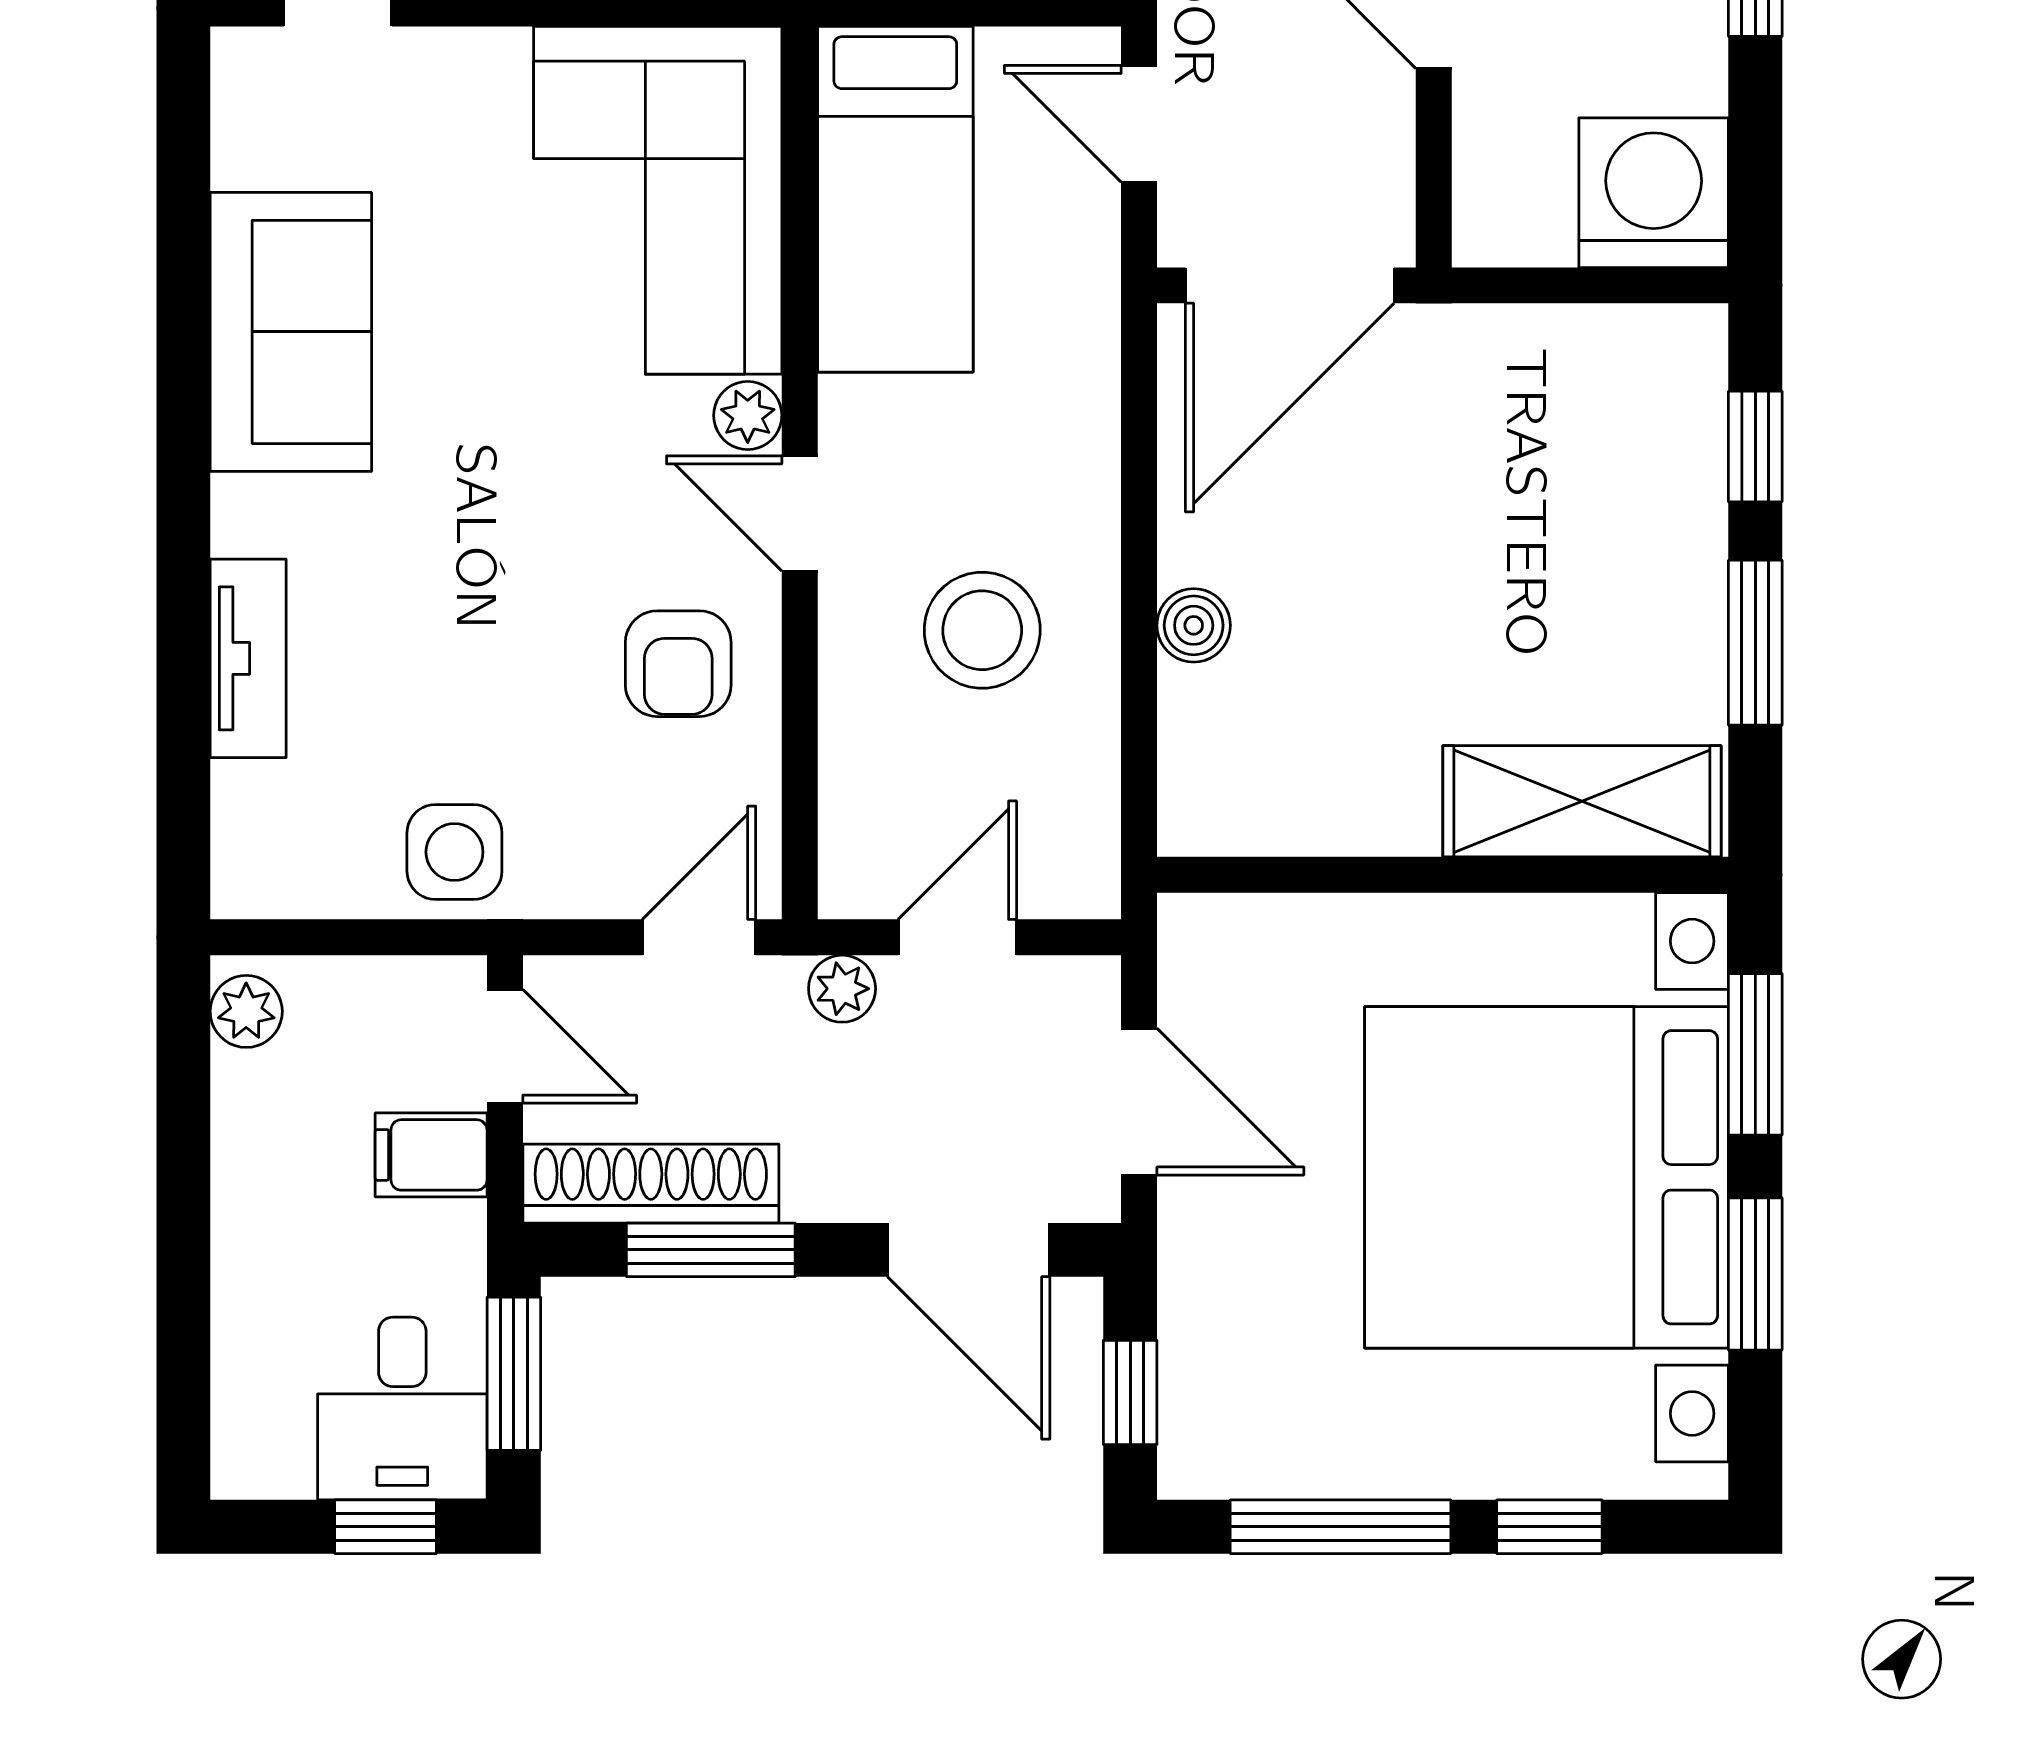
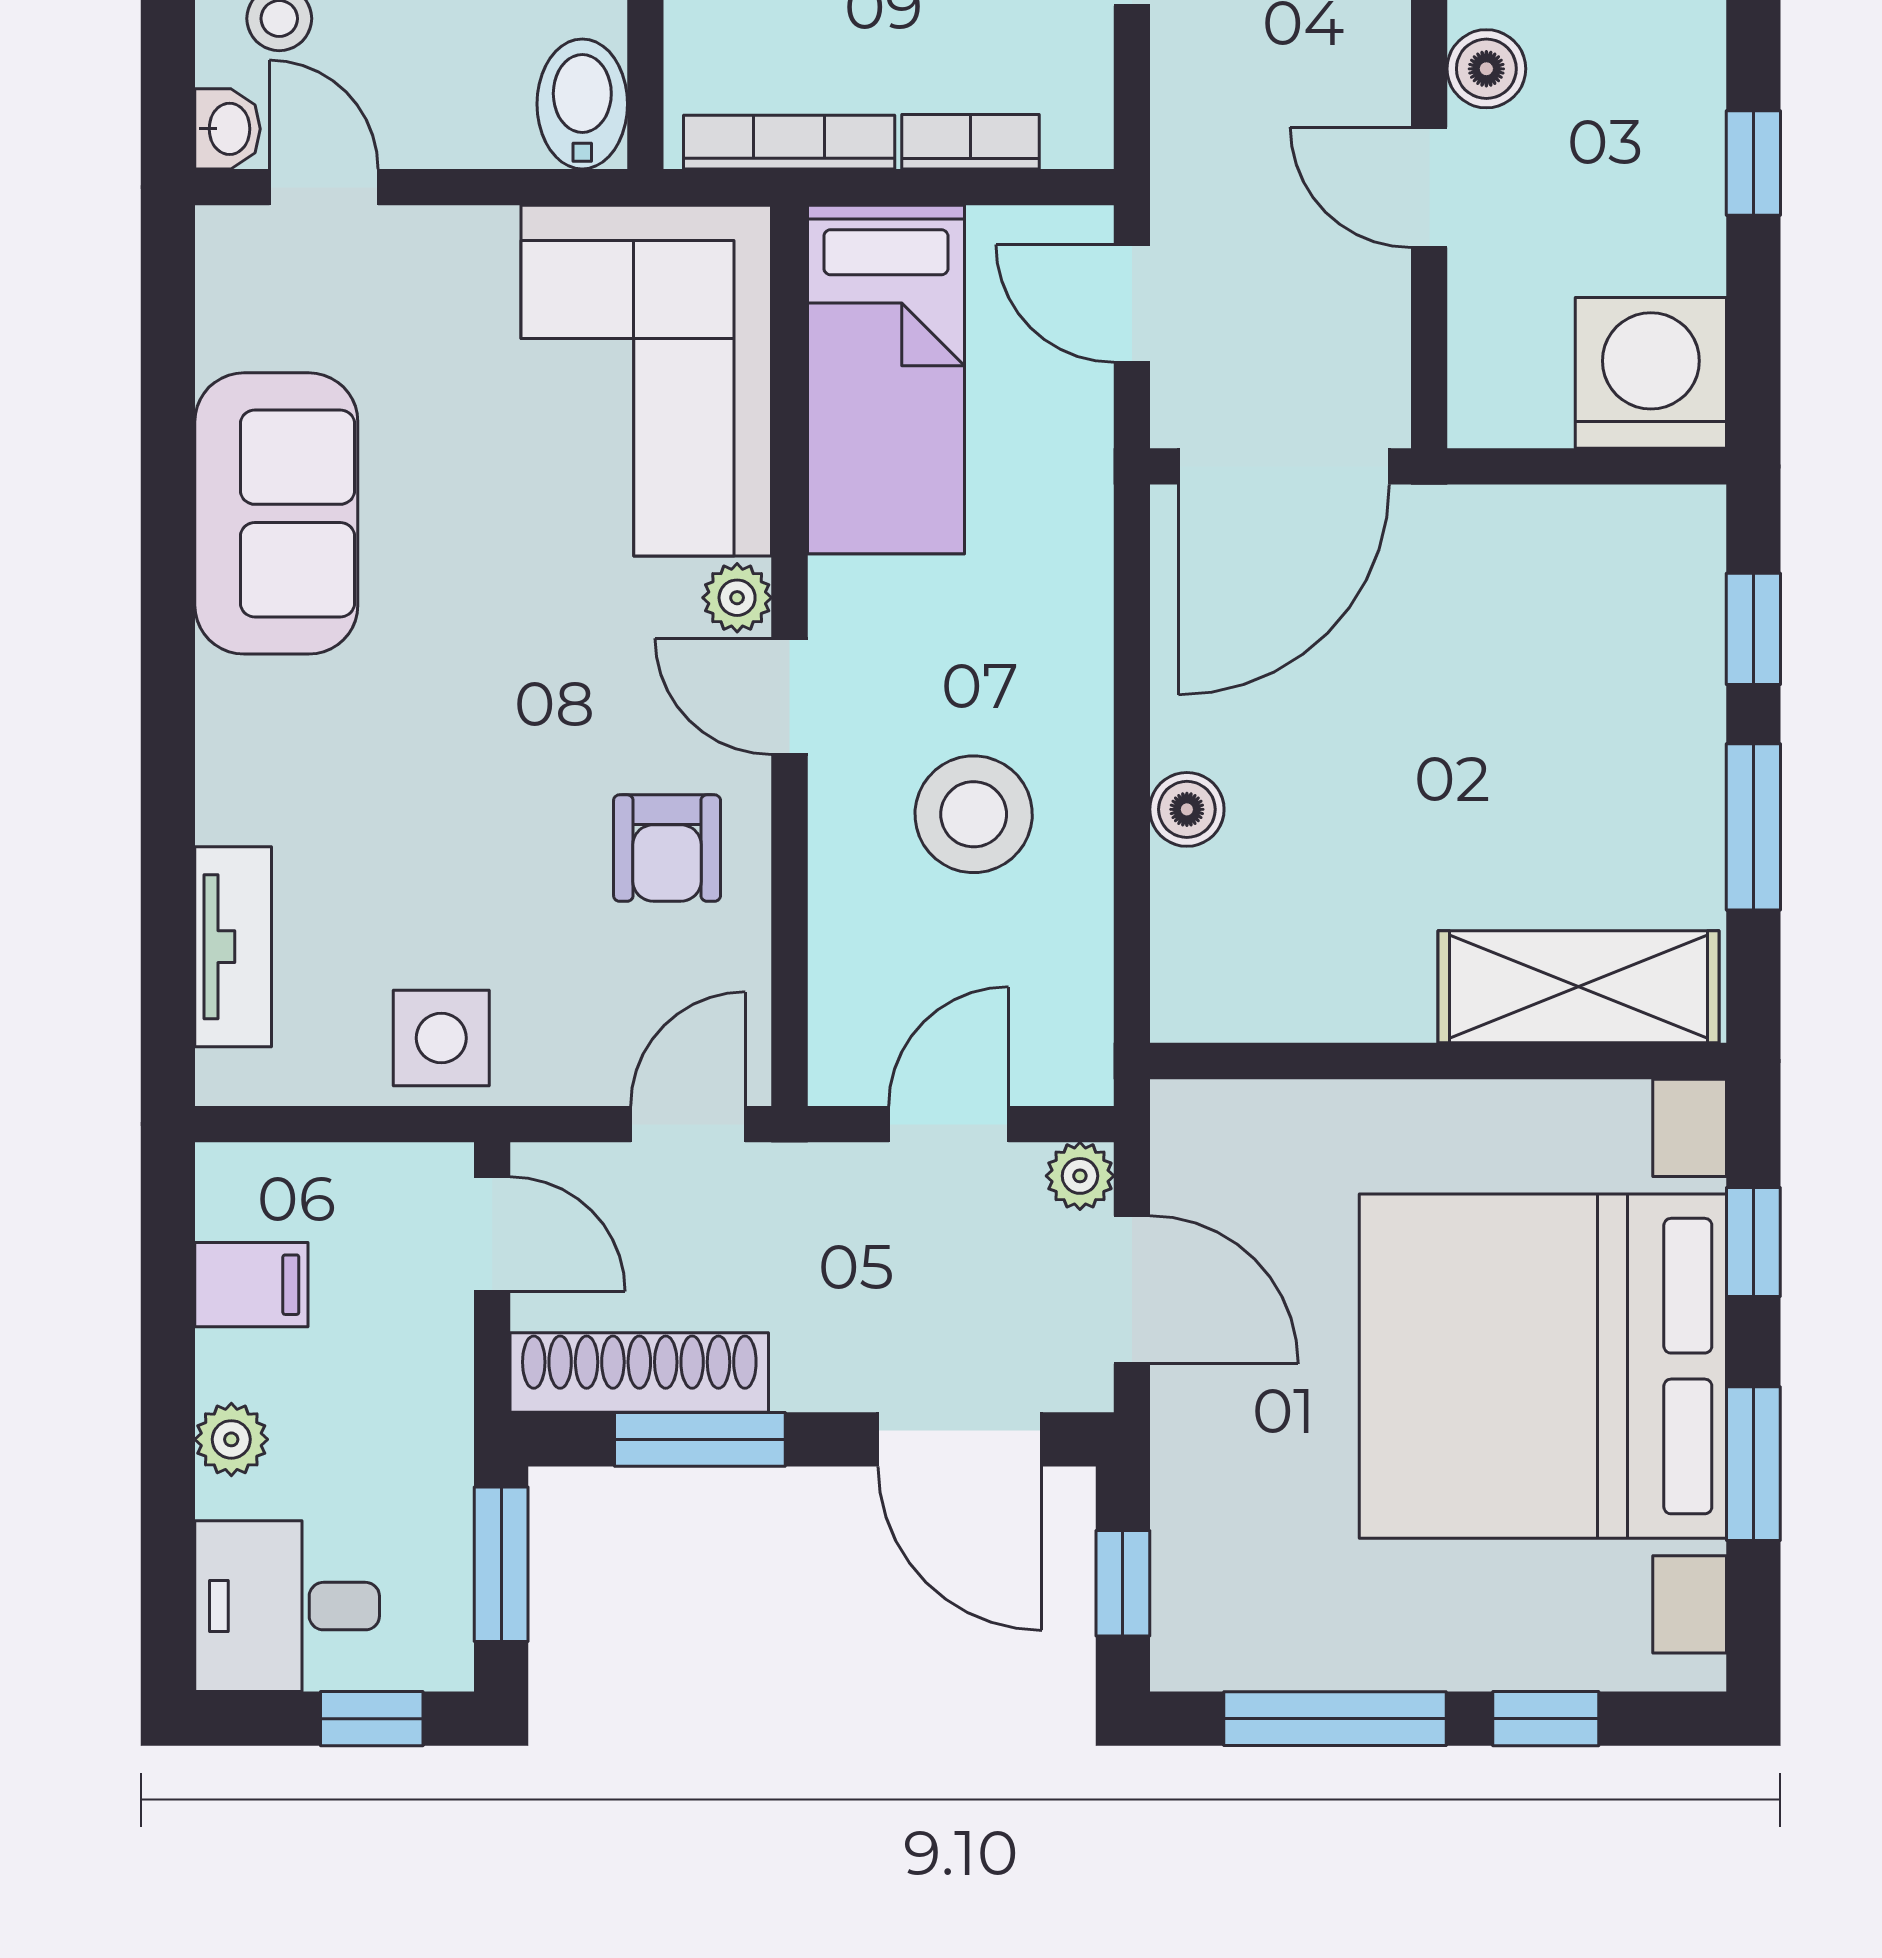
tv unit: (248, 658) -> (233, 947), moved
plant: (842, 989) -> (1080, 1176), moved
plant: (246, 1011) -> (231, 1439), moved
window: (1755, 1054) -> (1753, 1242), width x0.67
filing cabinet: (431, 1155) -> (251, 1285), moved, turned 180
desk: (402, 1409) -> (287, 1606), moved, turned 90

